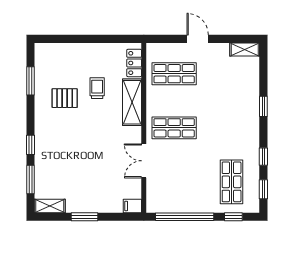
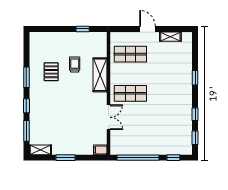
window: (108, 39) -> (83, 29), added
shelving: (245, 49) -> (170, 37), moved
locker: (134, 63) -> (101, 46), removed
window: (31, 81) -> (26, 77), moved
pallet: (65, 98) -> (51, 72), turned 90
double door: (144, 161) -> (108, 117), swing flipped
shop shelf: (232, 182) -> (172, 132), removed

